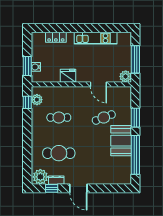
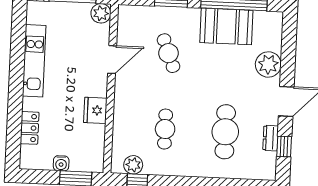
water cooler: (36, 67) -> (61, 163), moved
booth: (121, 141) -> (226, 26), moved
plant: (40, 177) -> (268, 64), moved

